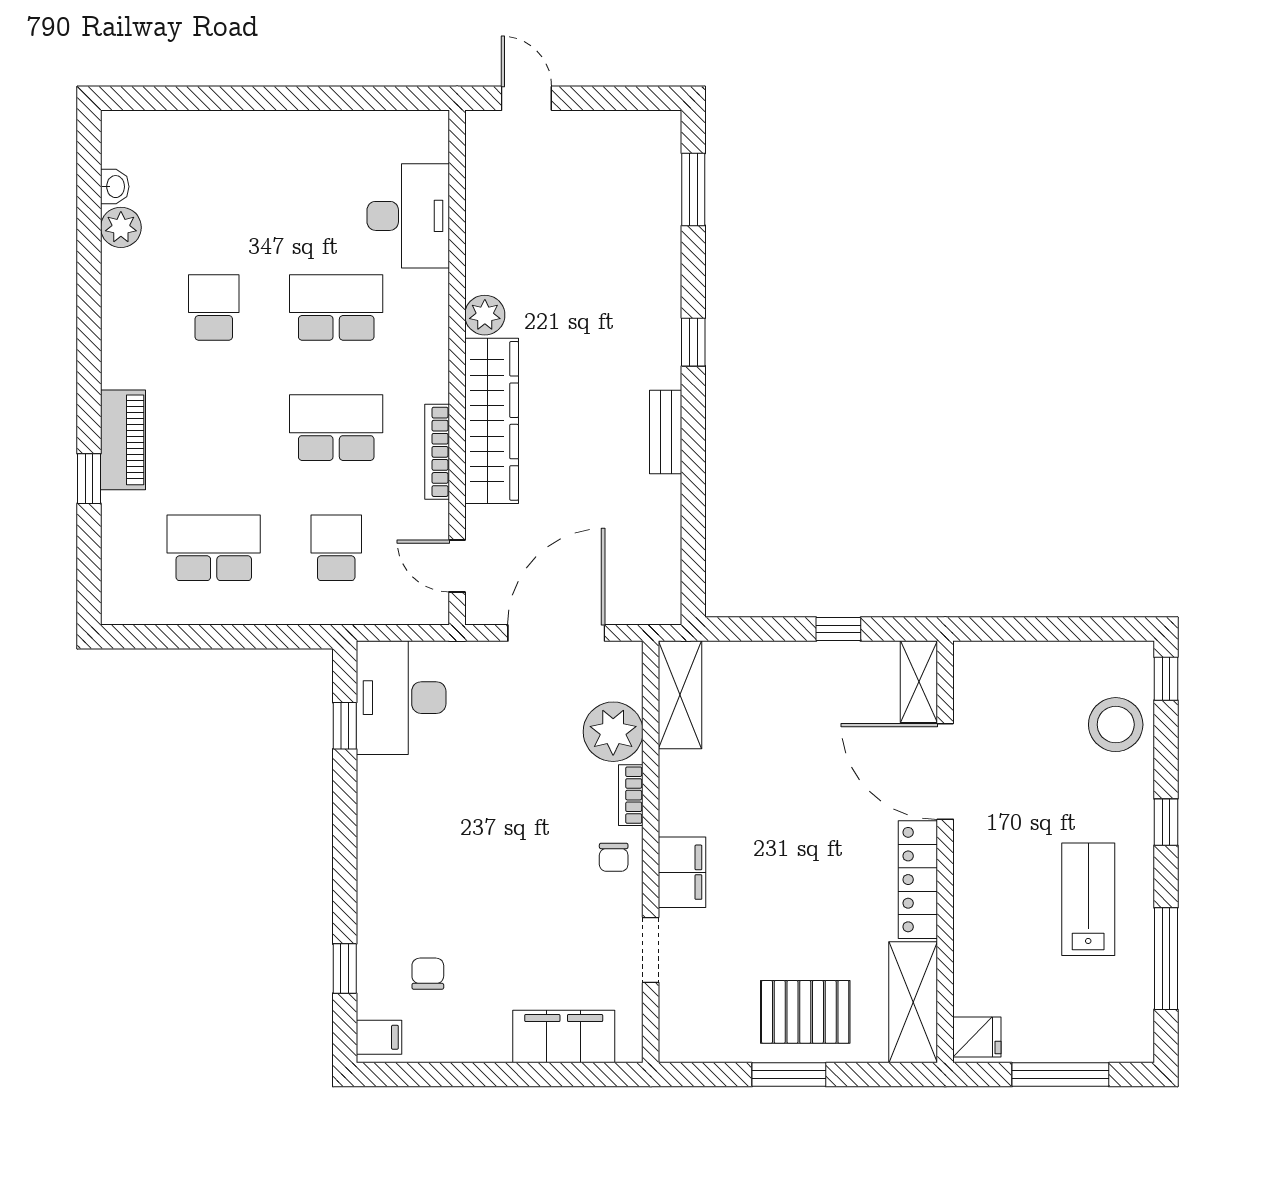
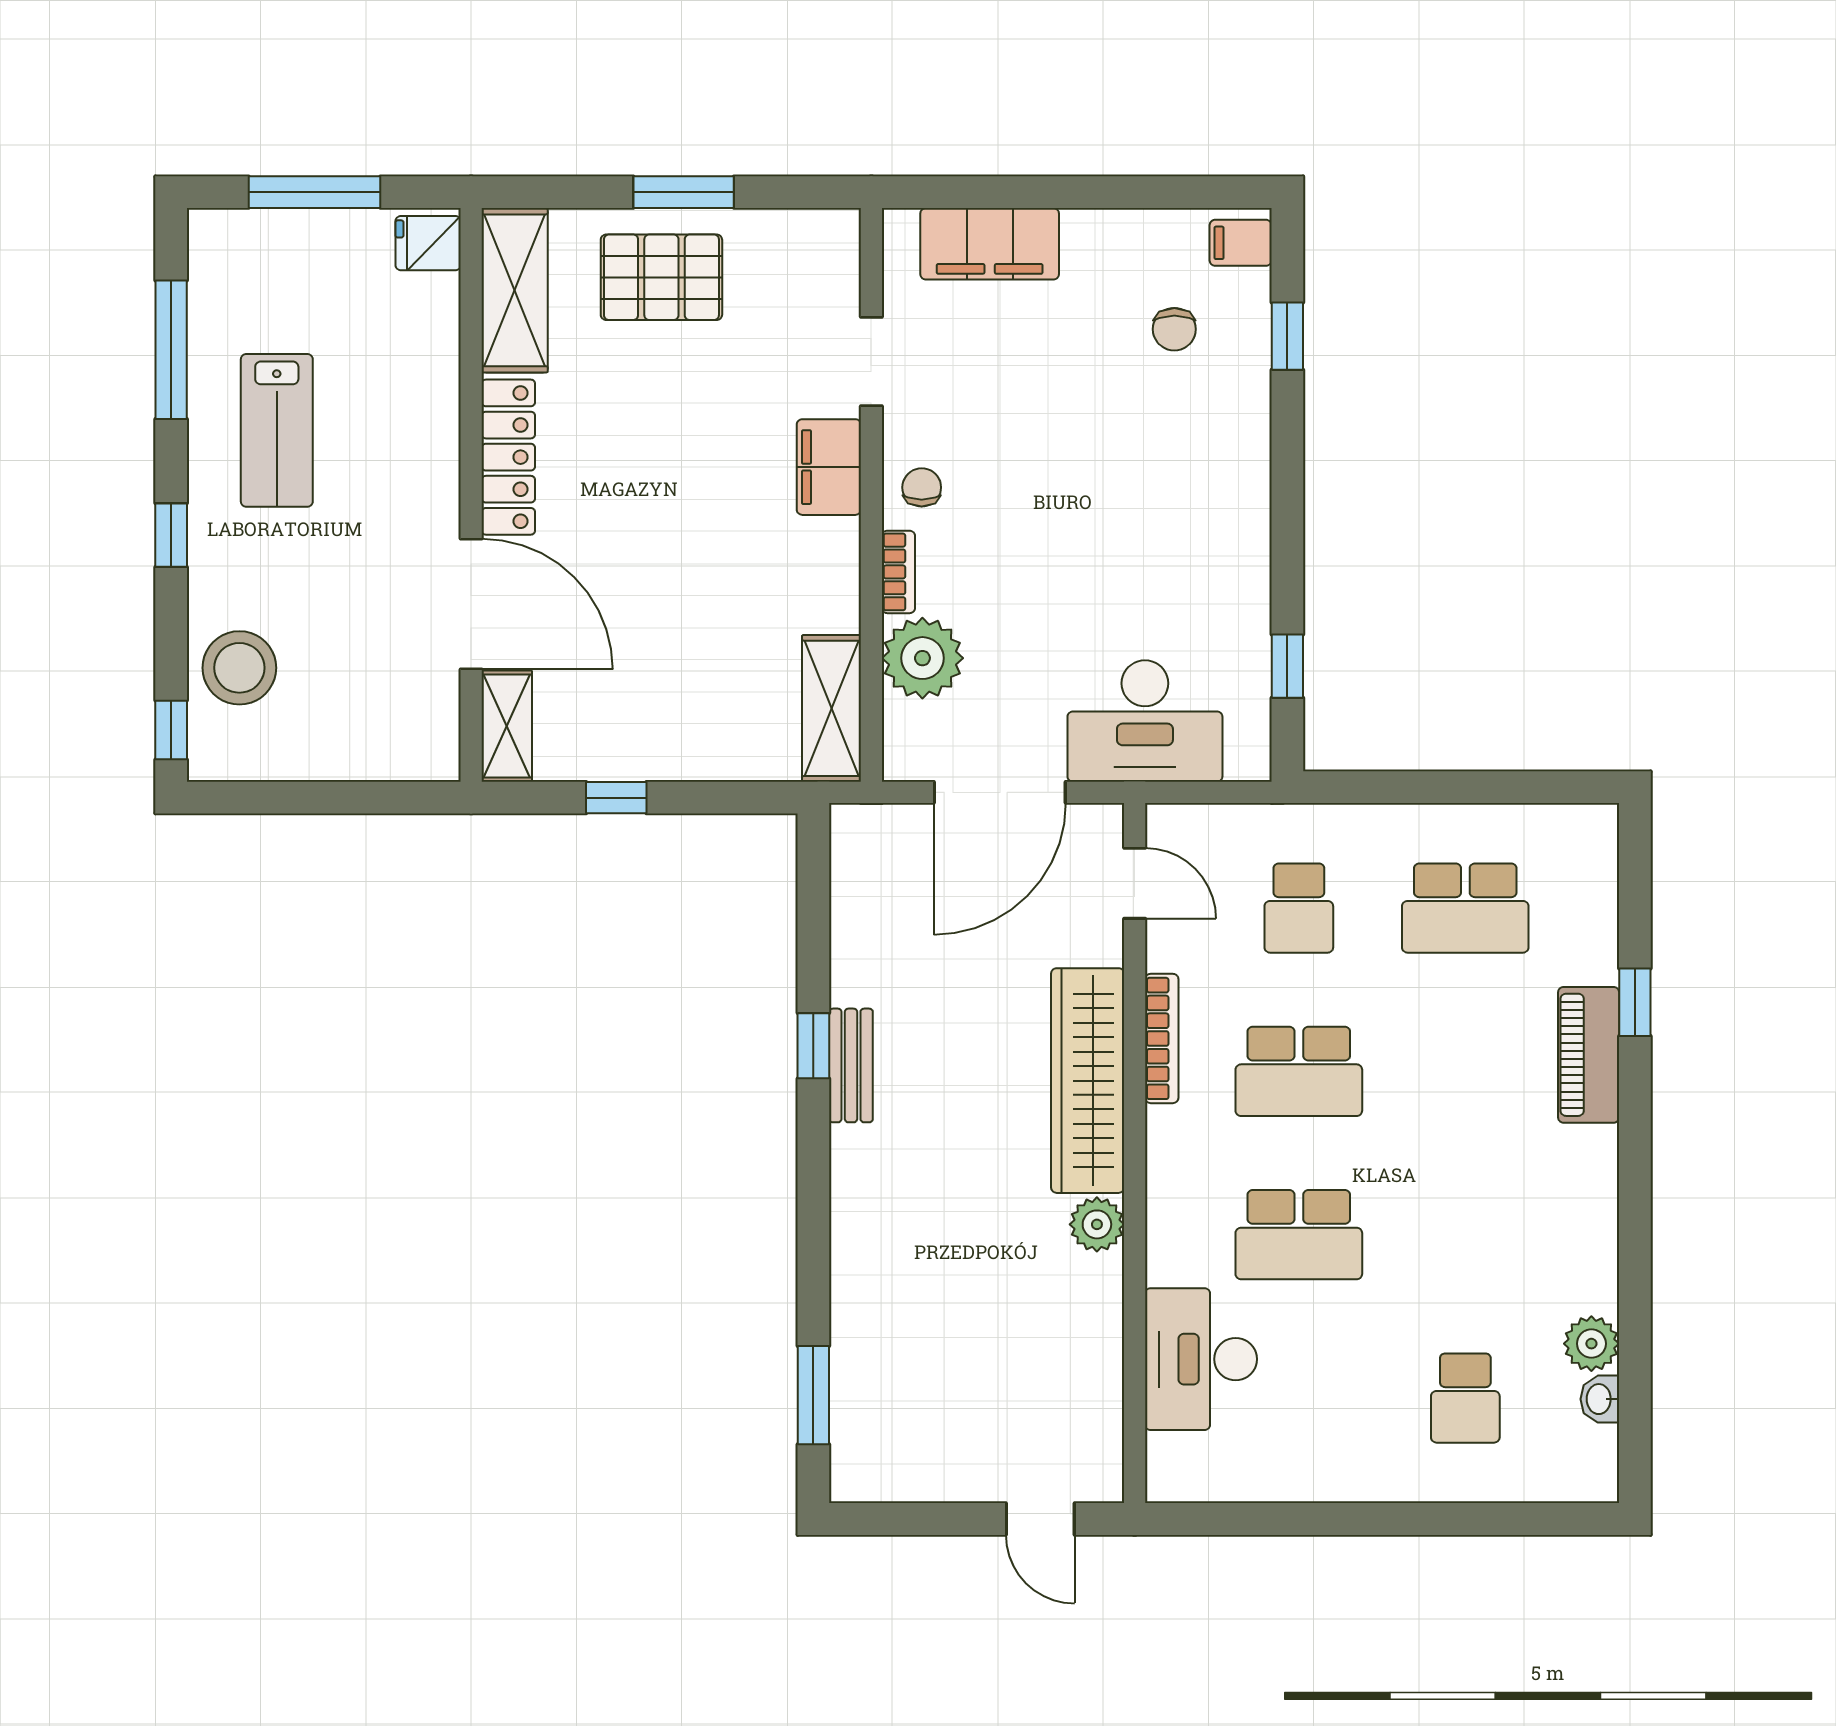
school desk: (214, 307) -> (1465, 1398), moved
window: (693, 342) -> (813, 1046), moved
desk: (401, 698) -> (1145, 721), moved, turned 90

